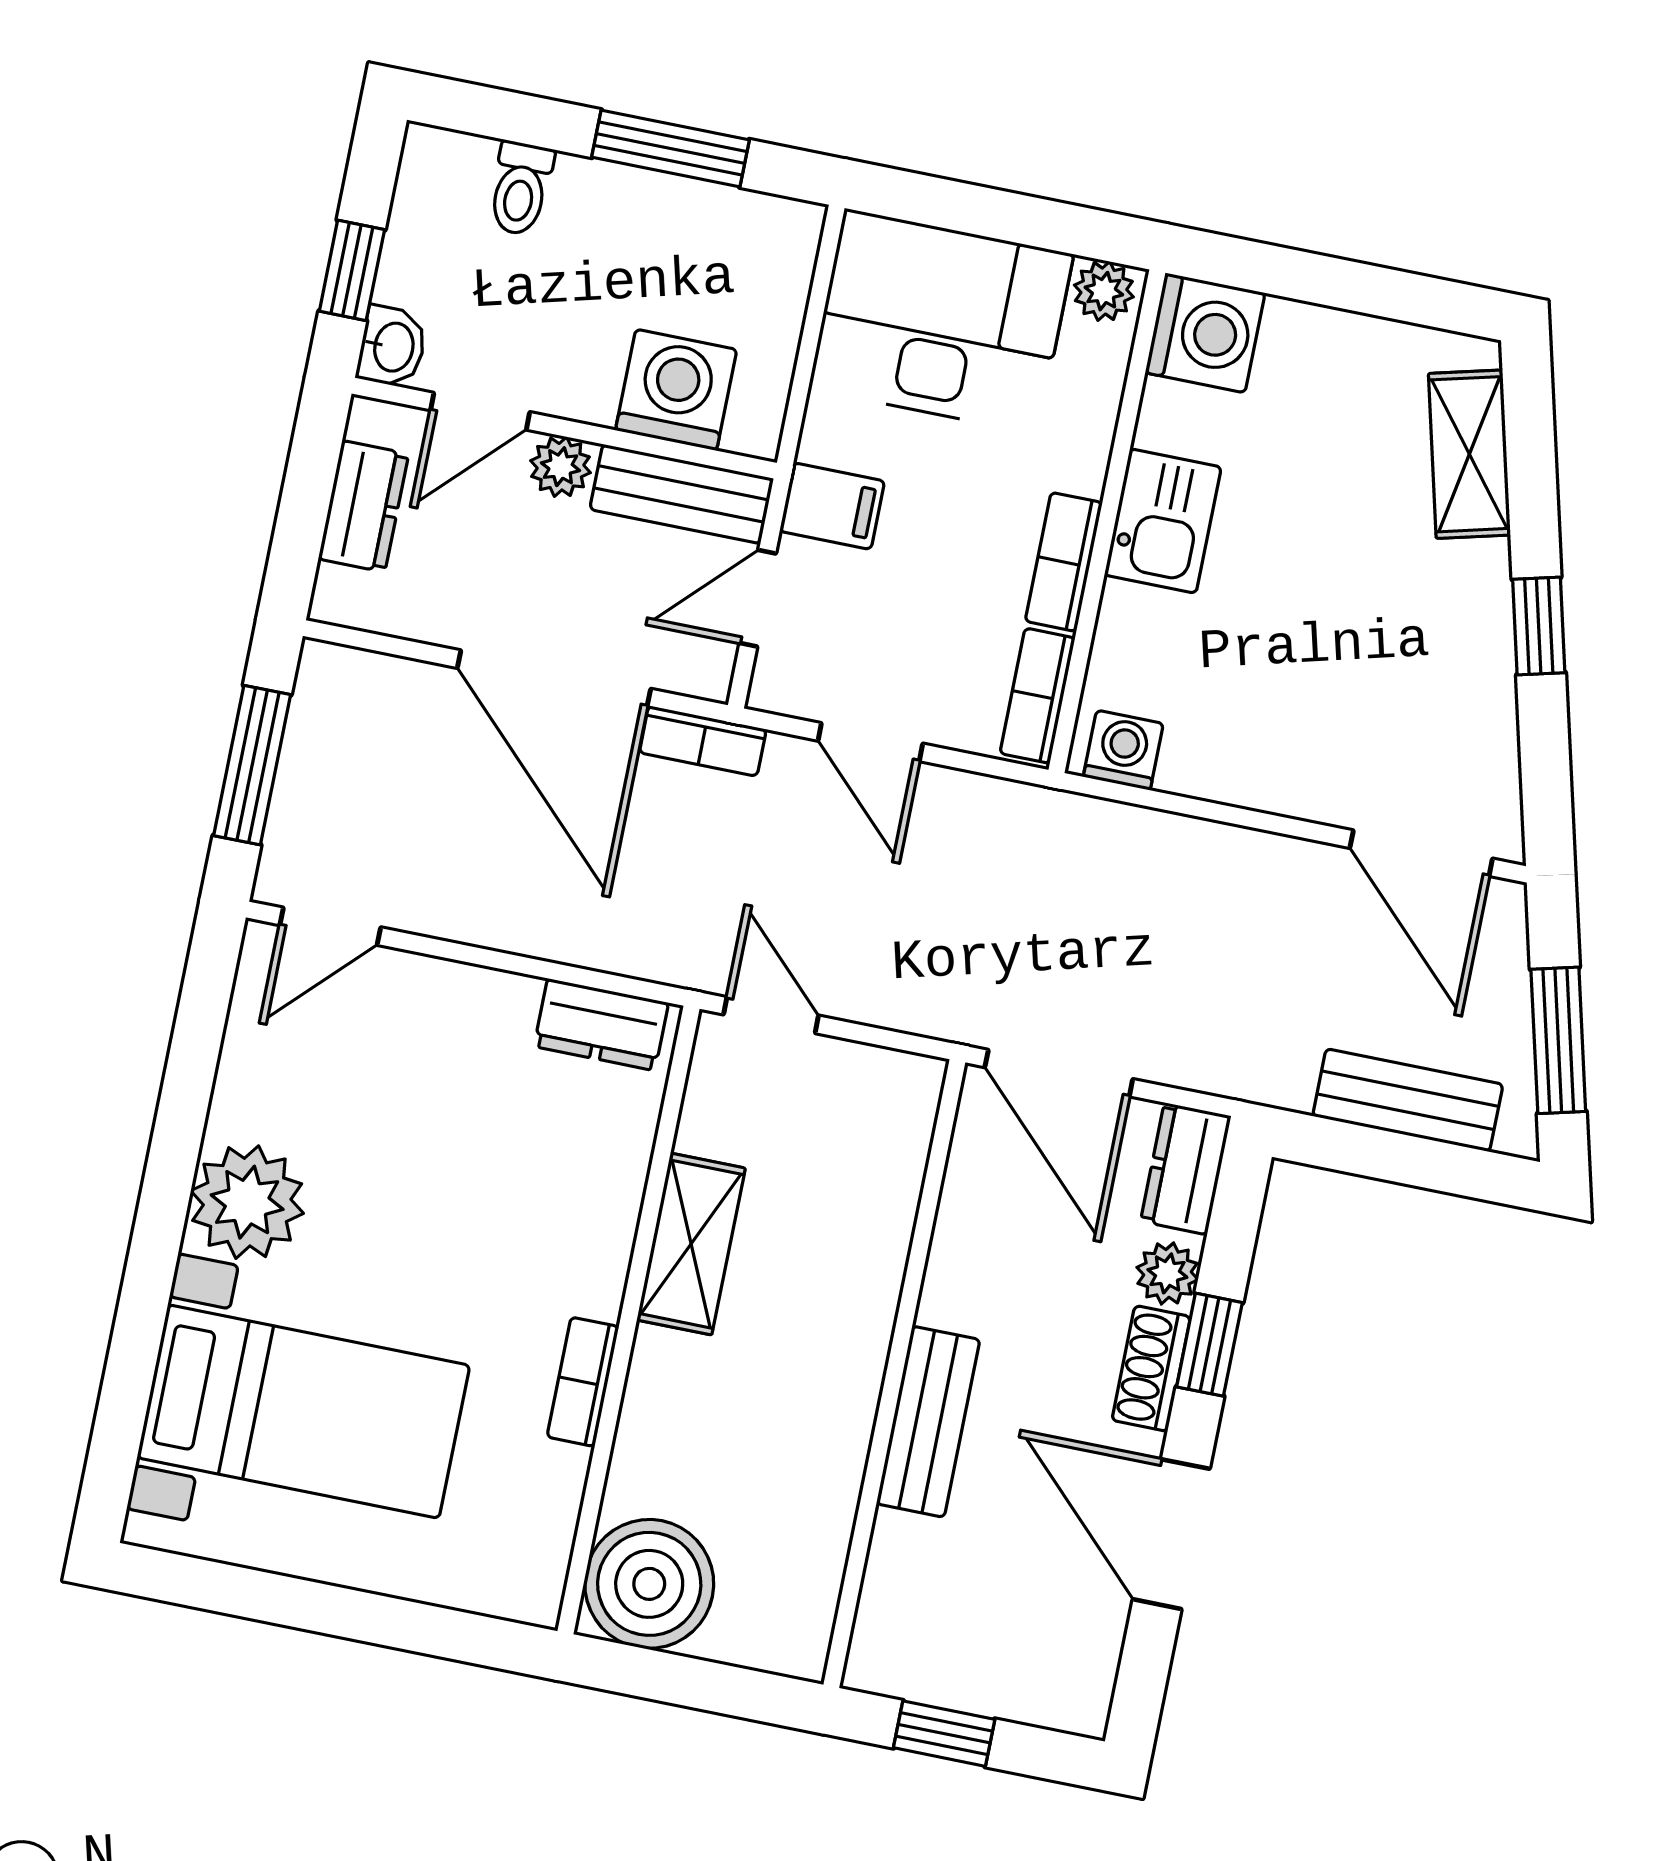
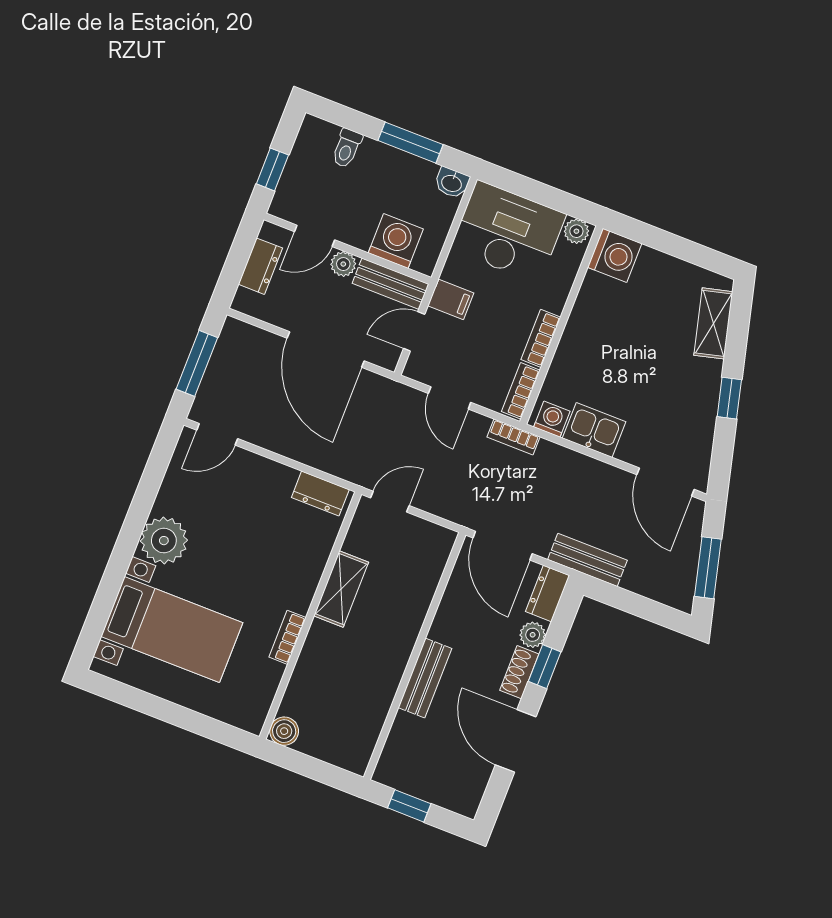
washbasin: (392, 347) -> (452, 183), moved, turned 90
kitchen sink: (1163, 521) -> (594, 430), moved, turned -90
bookcase: (703, 741) -> (514, 437), moved
door: (771, 1015) -> (390, 502), hinge flipped
bench: (1408, 1100) -> (587, 560), moved
boiler: (649, 1584) -> (284, 731), width x0.54, depth x0.54

